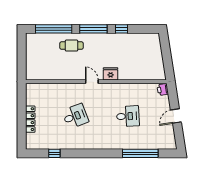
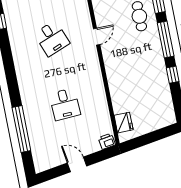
fridge: (111, 74) -> (124, 123), moved
door: (92, 82) -> (97, 37), moved

